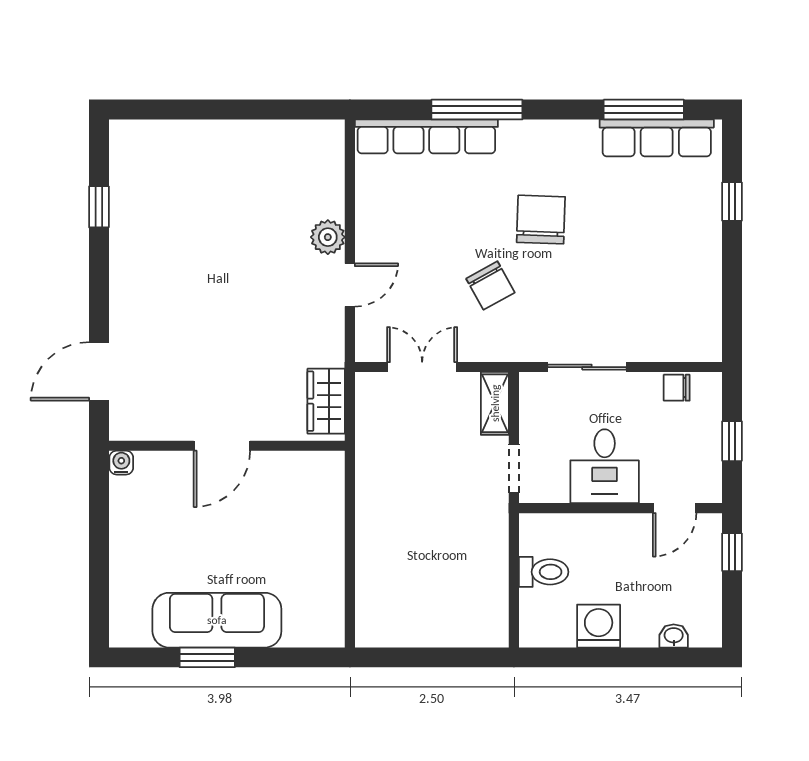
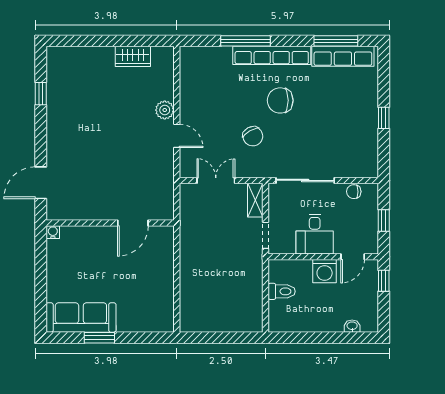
row of seats: (426, 136) -> (272, 55), moved
window: (732, 202) -> (384, 118), moved
chair: (541, 220) -> (280, 100), turned -92
door: (350, 285) -> (177, 136), hinge flipped
sliding door: (587, 367) -> (305, 180), width x1.37
wardrobe: (326, 401) -> (133, 56), moved, turned -90
door: (222, 446) -> (133, 223), moved
sofa: (217, 620) -> (81, 318), moved
washing machine: (599, 626) -> (325, 271), moved, turned 180

